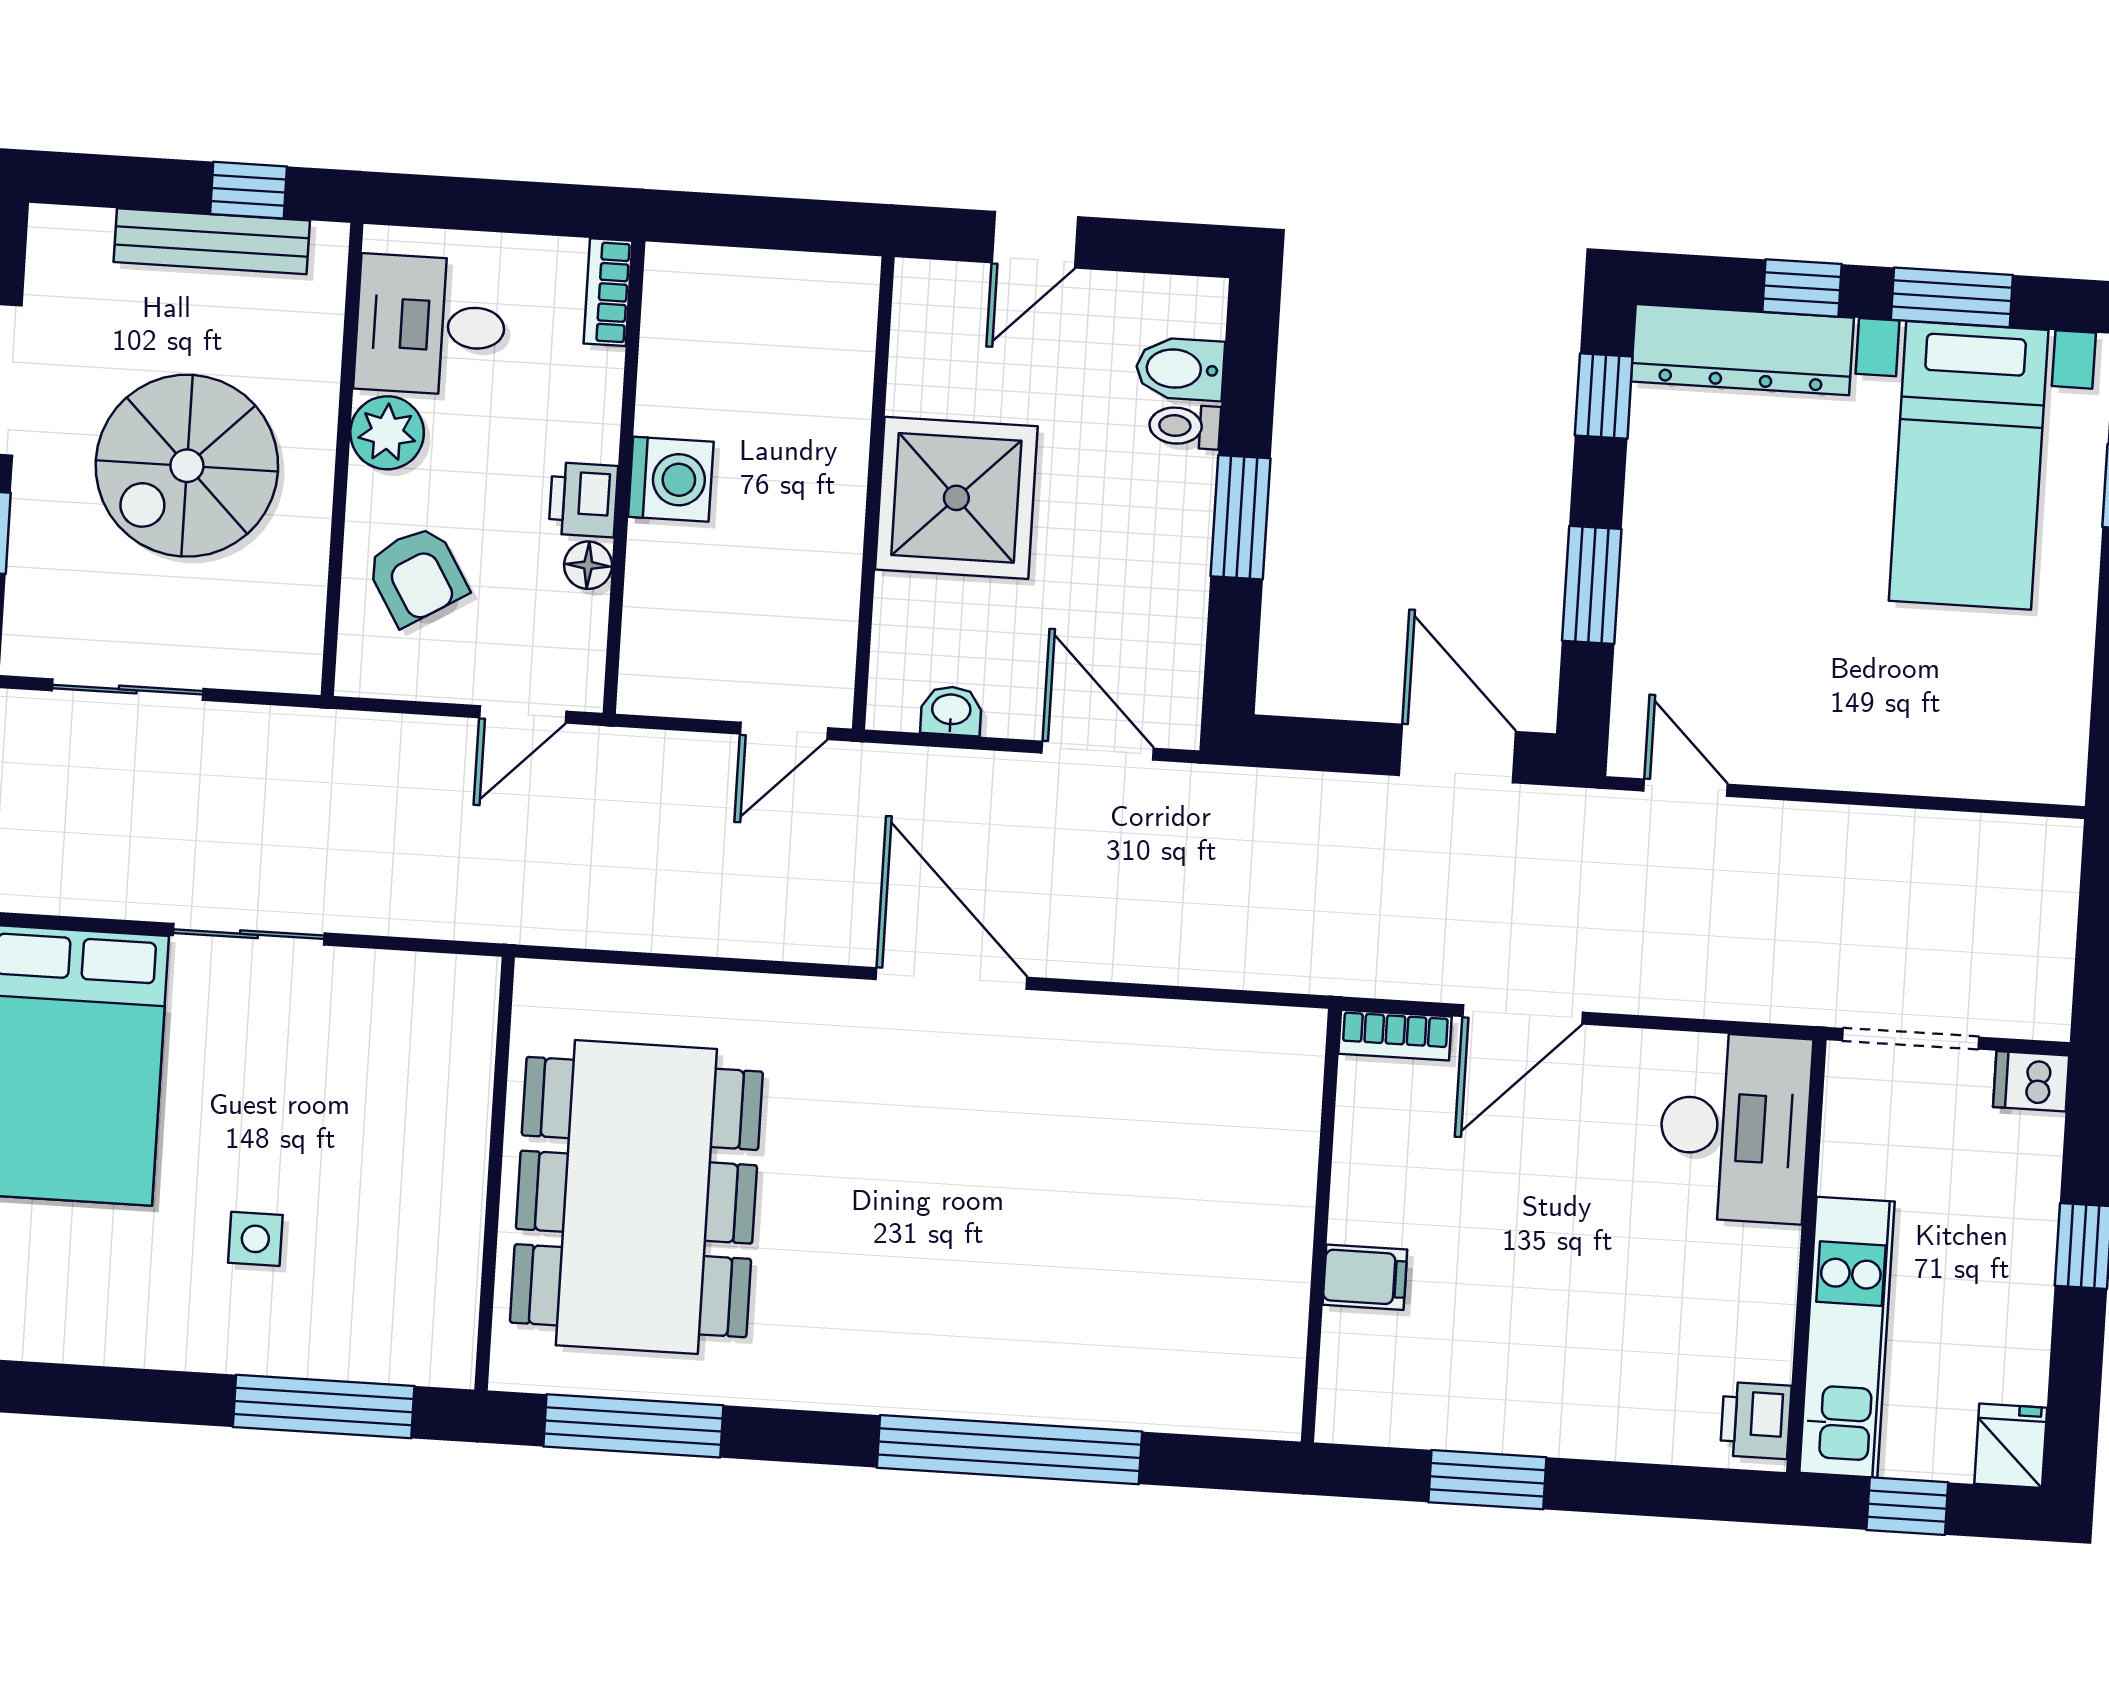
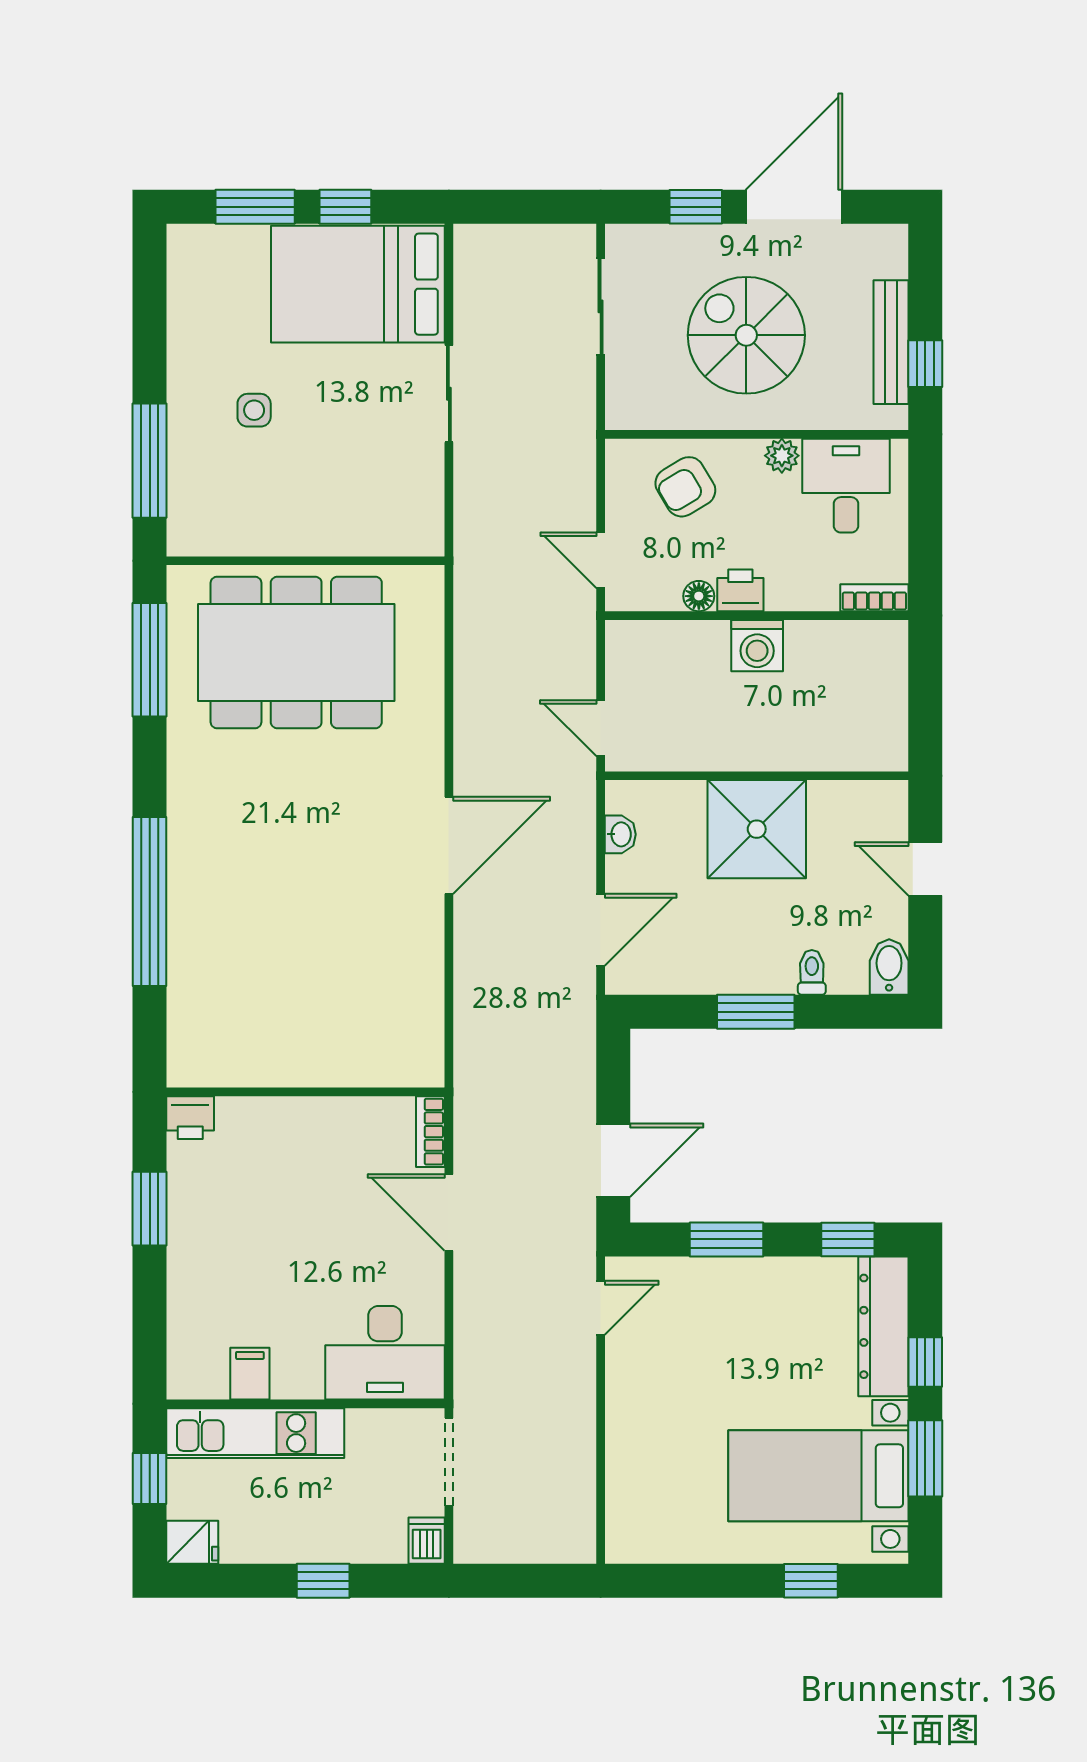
bidet: (1180, 369) -> (889, 967), moved
plant: (387, 433) -> (782, 456), width x0.73, depth x0.73
filing cabinet: (1365, 1277) -> (250, 1374), moved, turned 180
printer: (1756, 1420) -> (190, 1118), moved, turned 180

